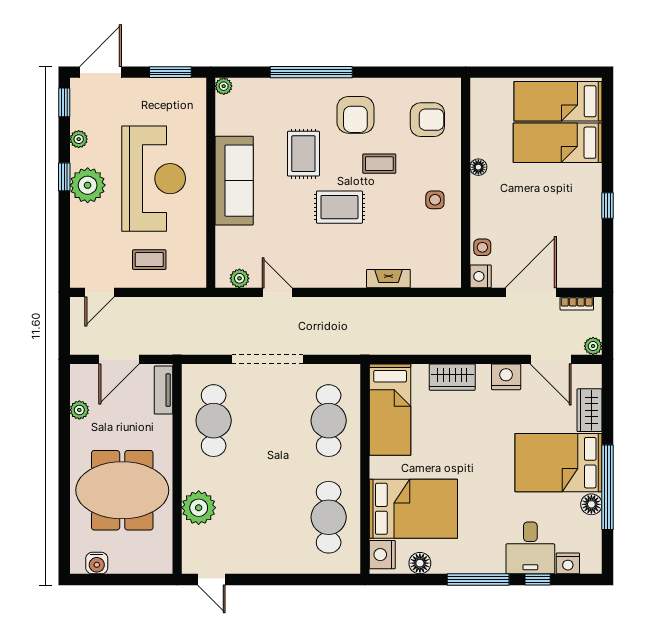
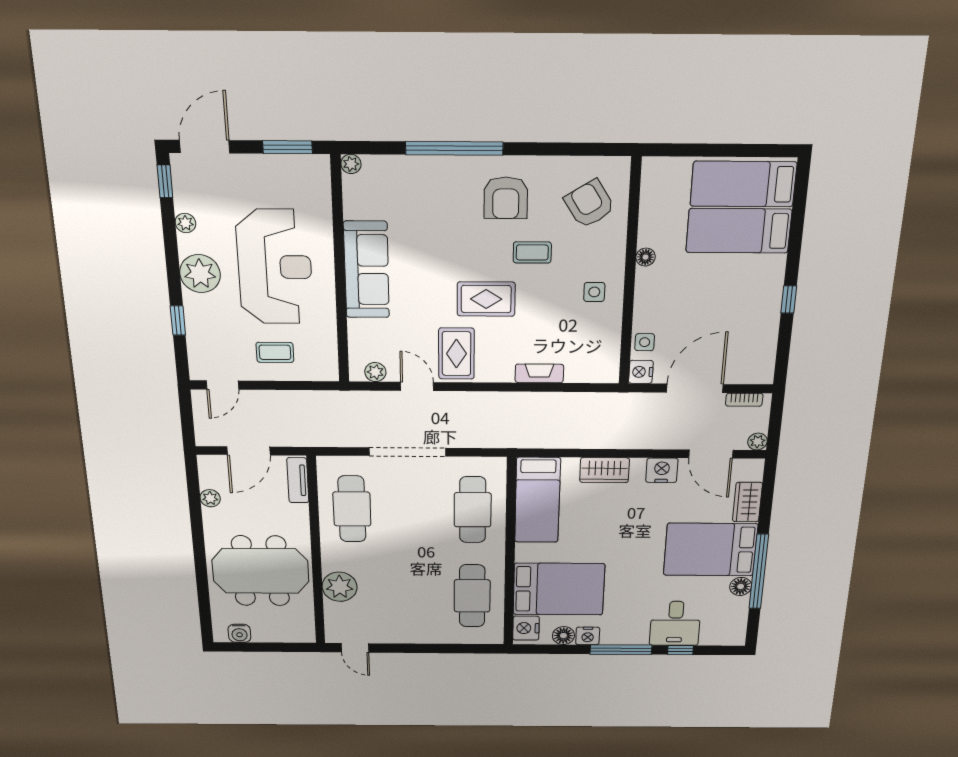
armchair: (427, 120) -> (589, 204), turned -122
rug: (303, 154) -> (456, 354), moved
window: (64, 177) -> (178, 320), moved
nightstand: (568, 563) -> (588, 636), moved

